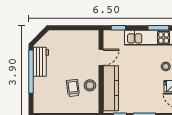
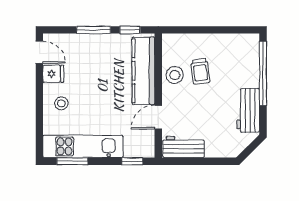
workbench: (84, 37) -> (184, 147), added
window: (31, 72) -> (263, 73), moved

